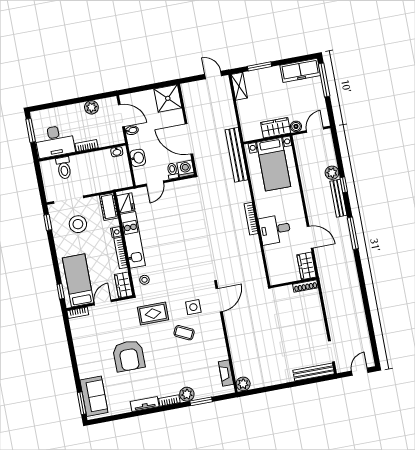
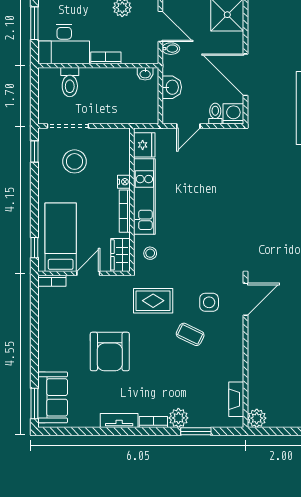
cot: (109, 207) -> (120, 146), removed

